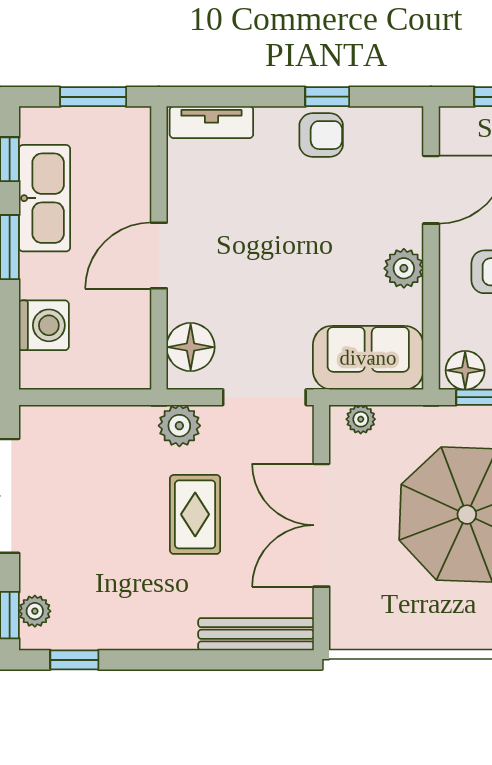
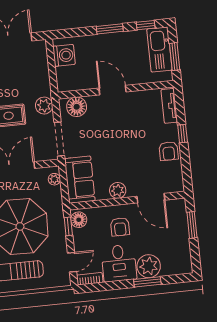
window: (327, 97) -> (183, 134), moved
kitchen sink: (45, 198) -> (159, 49), moved, turned 90
washing machine: (44, 325) -> (64, 55), moved, turned -90

